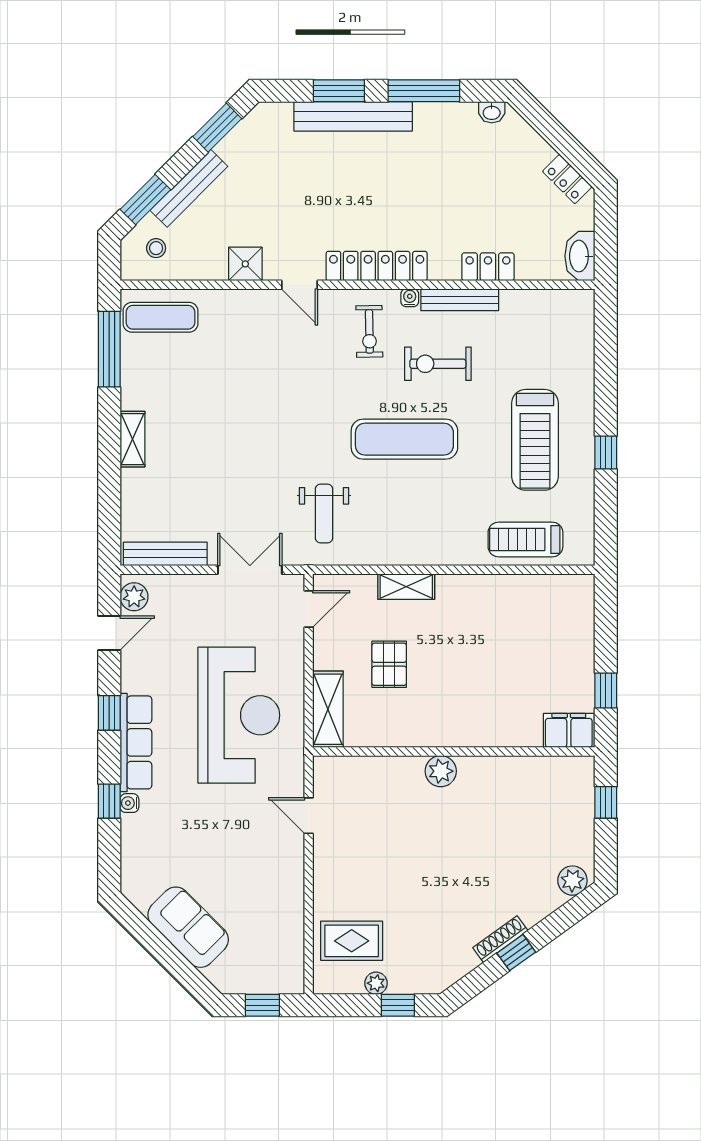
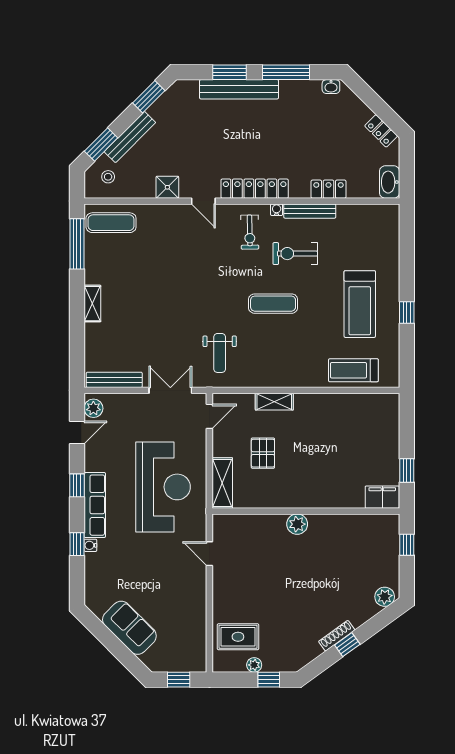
exercise mat: (404, 439) -> (273, 304), width x0.73, depth x0.69

